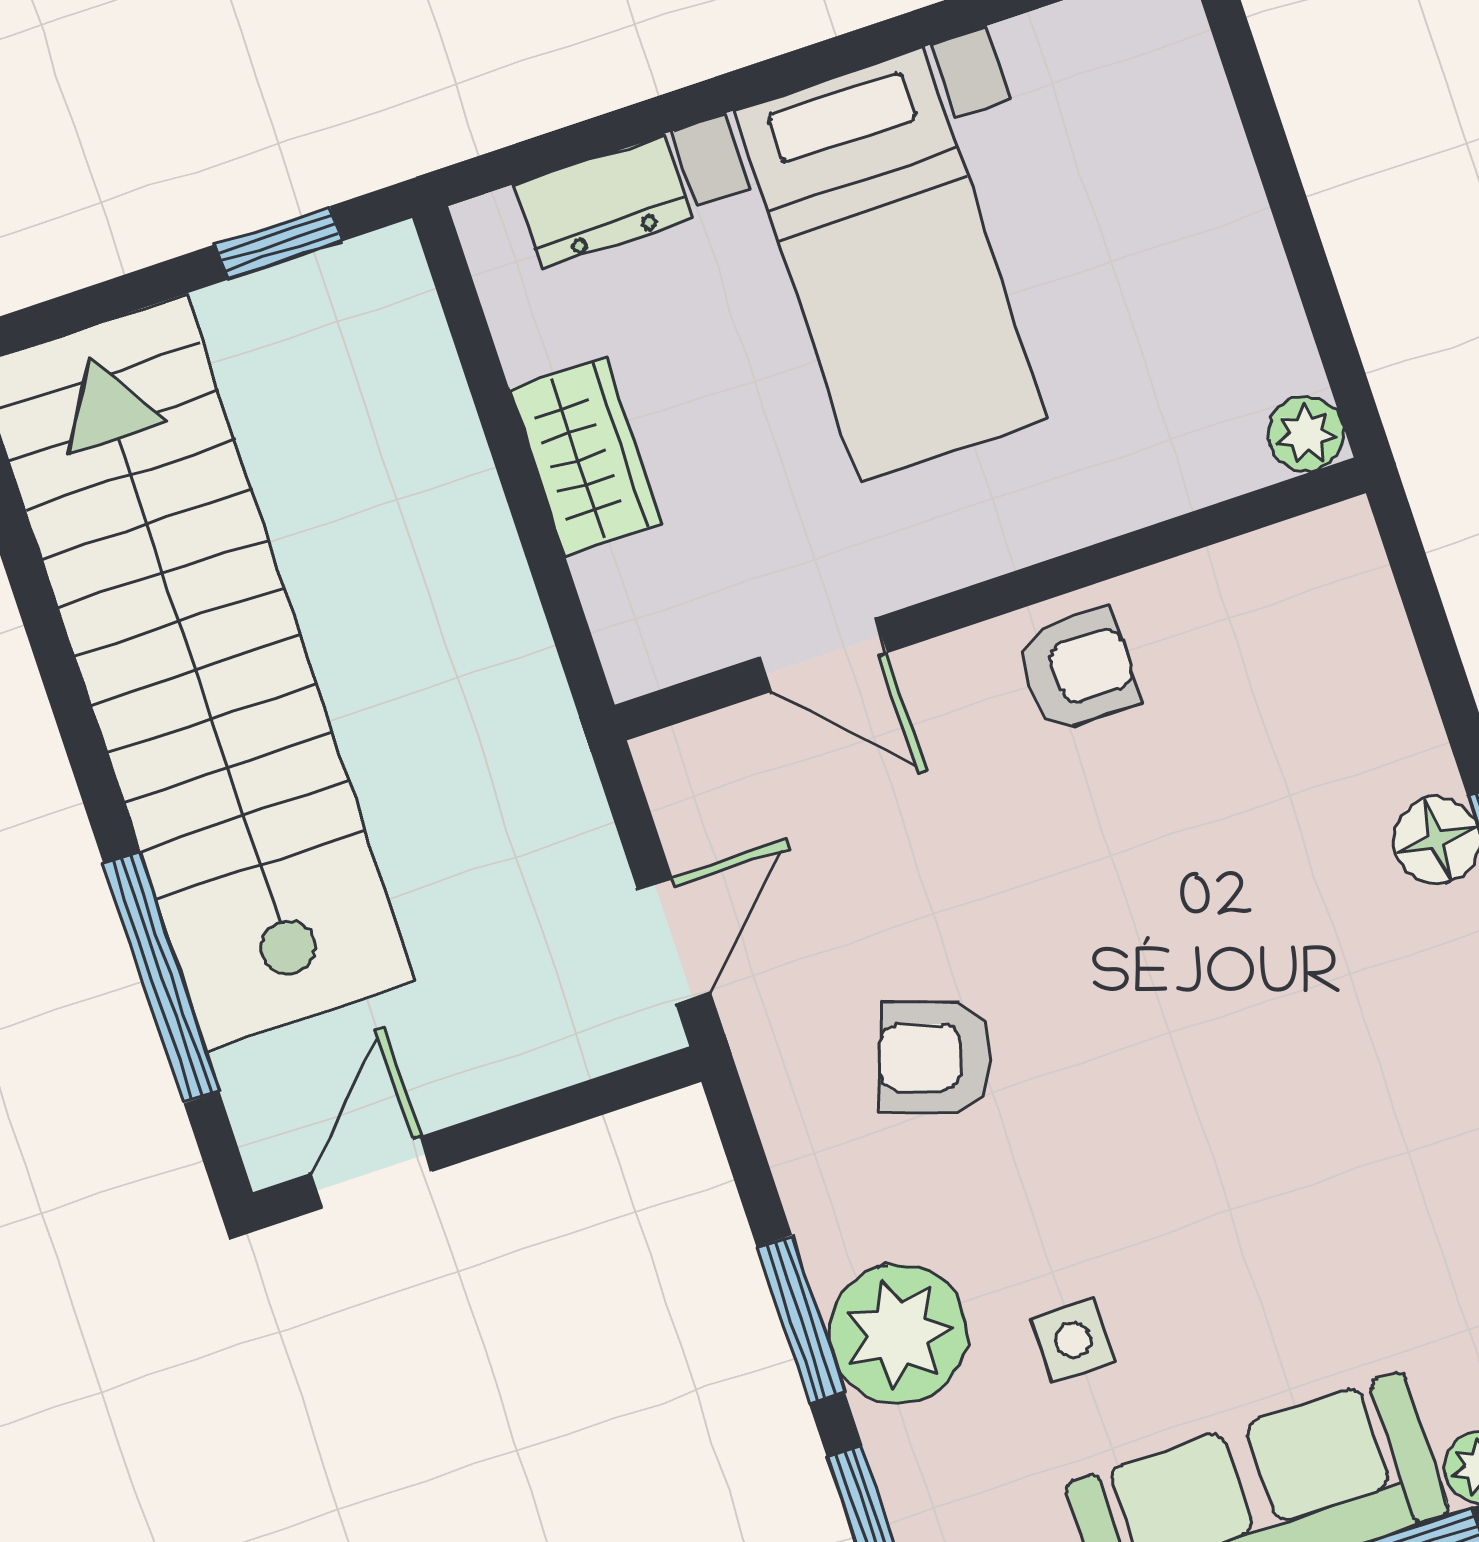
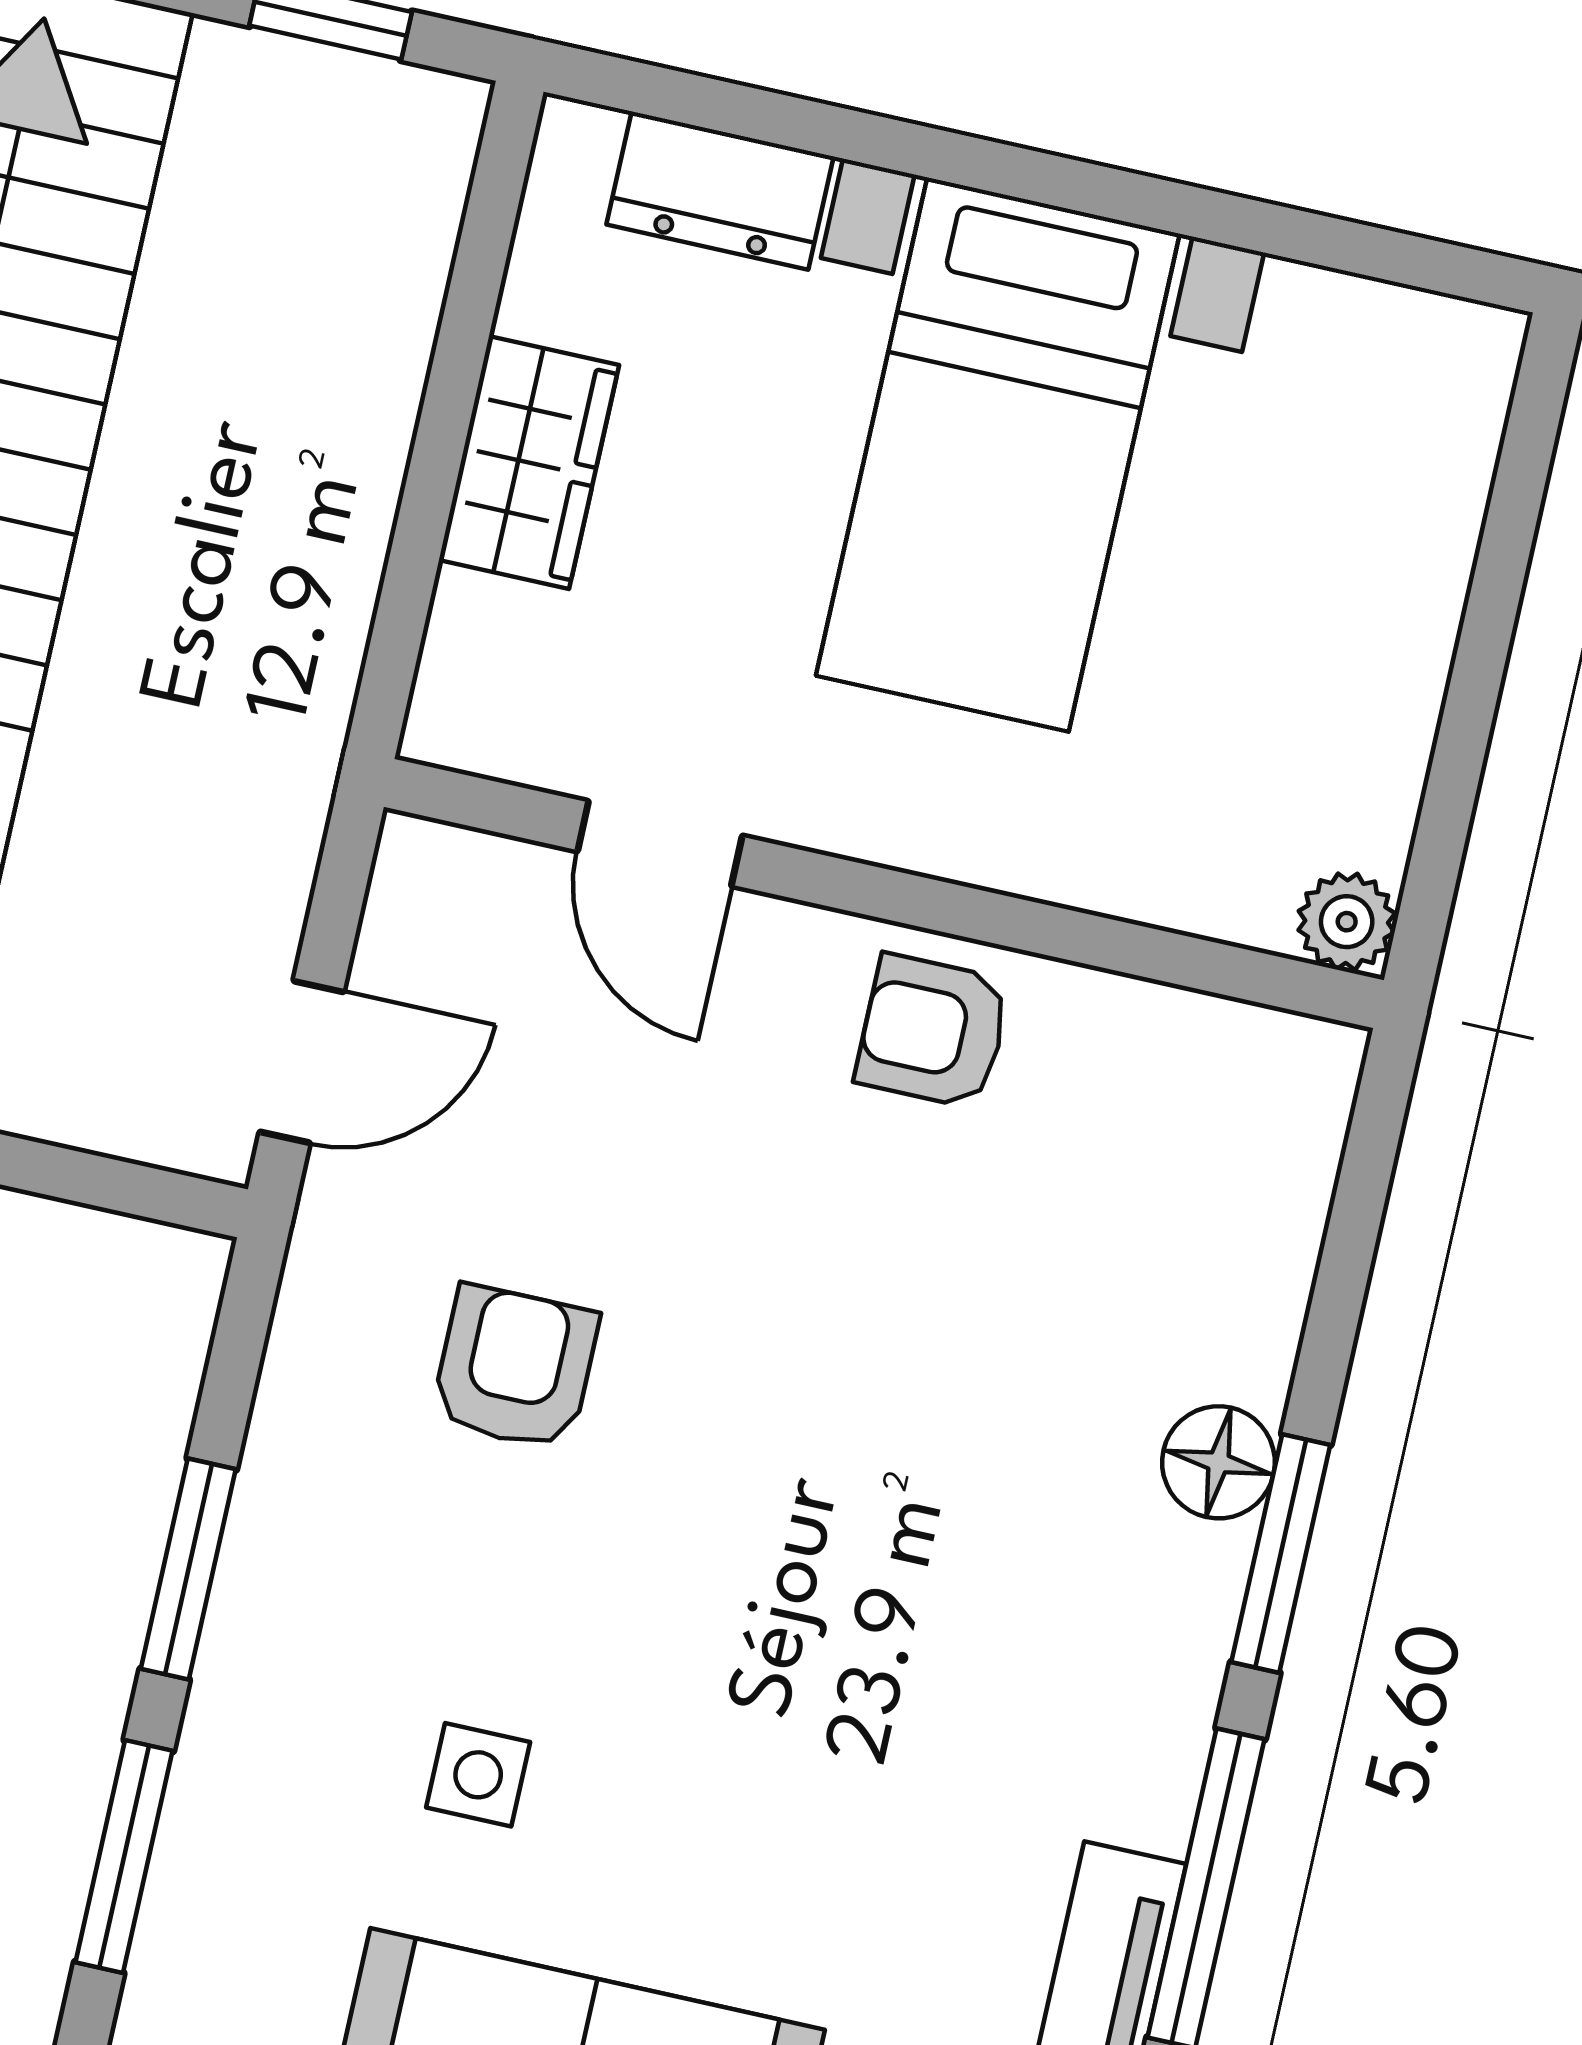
armchair: (1077, 670) -> (933, 1031), turned 180
armchair: (936, 1057) -> (515, 1368), turned 71
plant: (898, 1334) -> (288, 1650), removed

